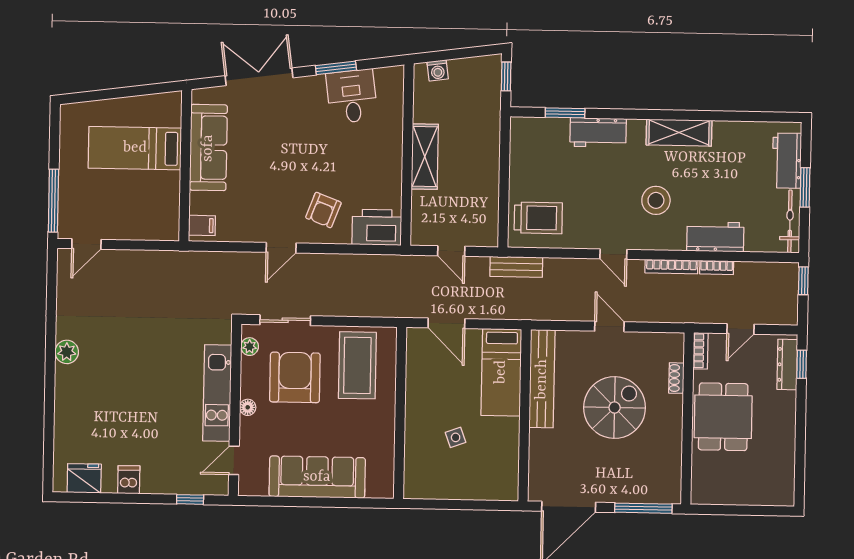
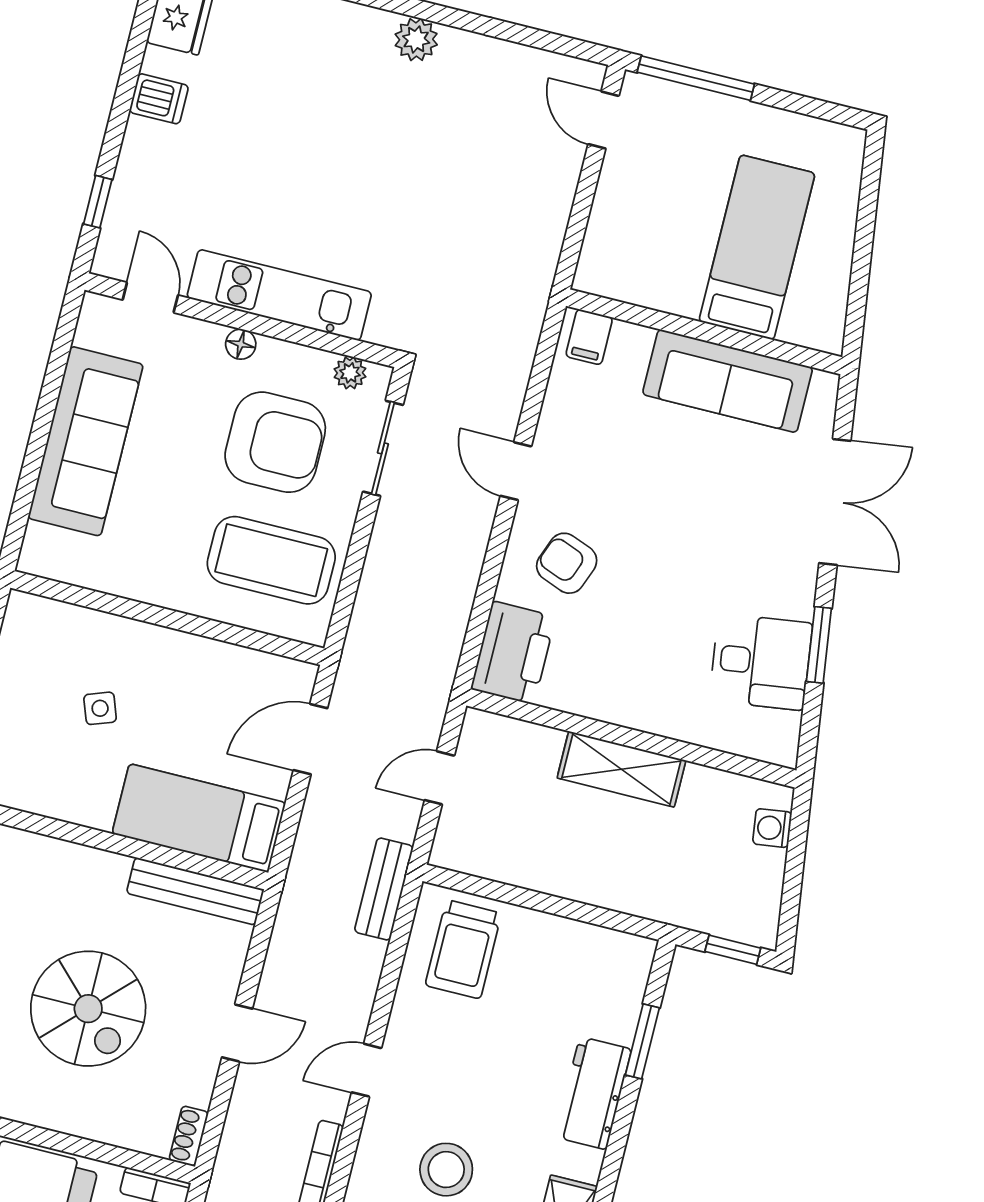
shoe rack: (676, 378) -> (189, 1136), moved, turned -90
bench: (542, 379) -> (195, 891), width x0.73, depth x0.82

